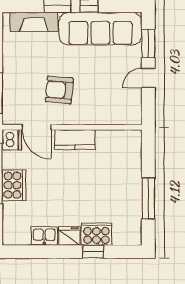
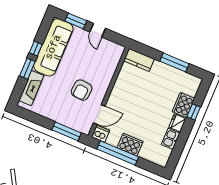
kitchen counter: (75, 140) -> (139, 60), moved, turned 90

